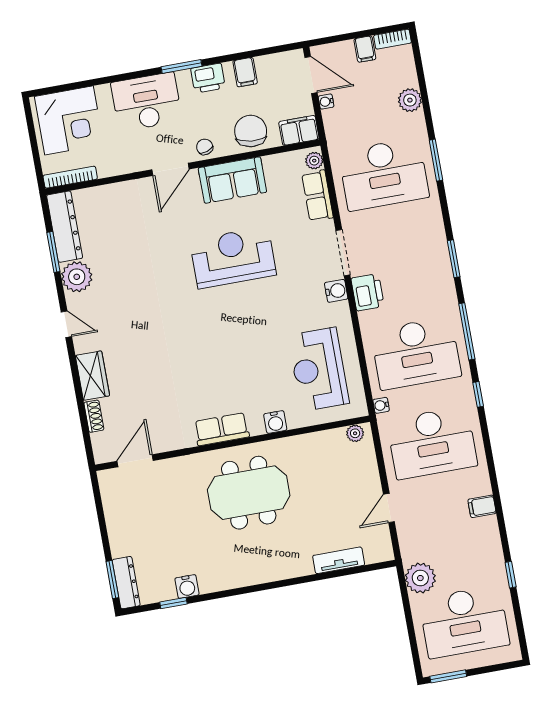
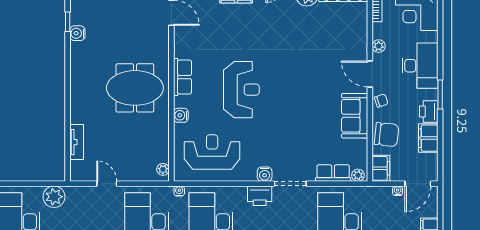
filing cabinet: (245, 72) -> (428, 138), width x2.00
plant: (130, 164) -> (379, 46), added
reception desk: (233, 257) -> (241, 90), moved
meeting table: (249, 493) -> (135, 88), turned 90

